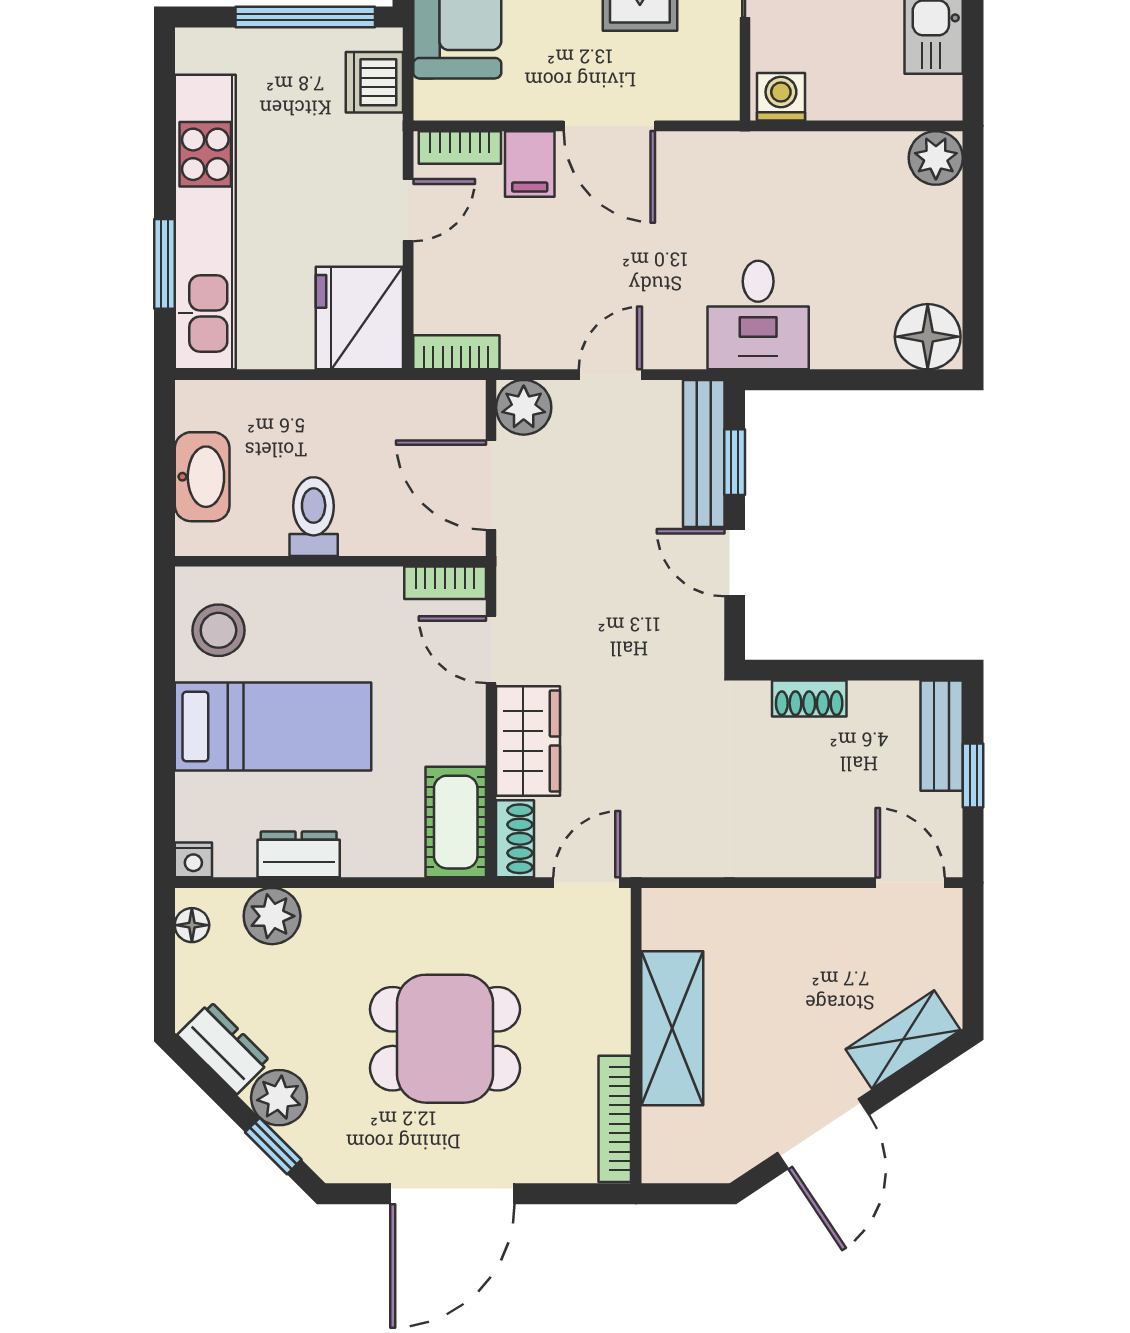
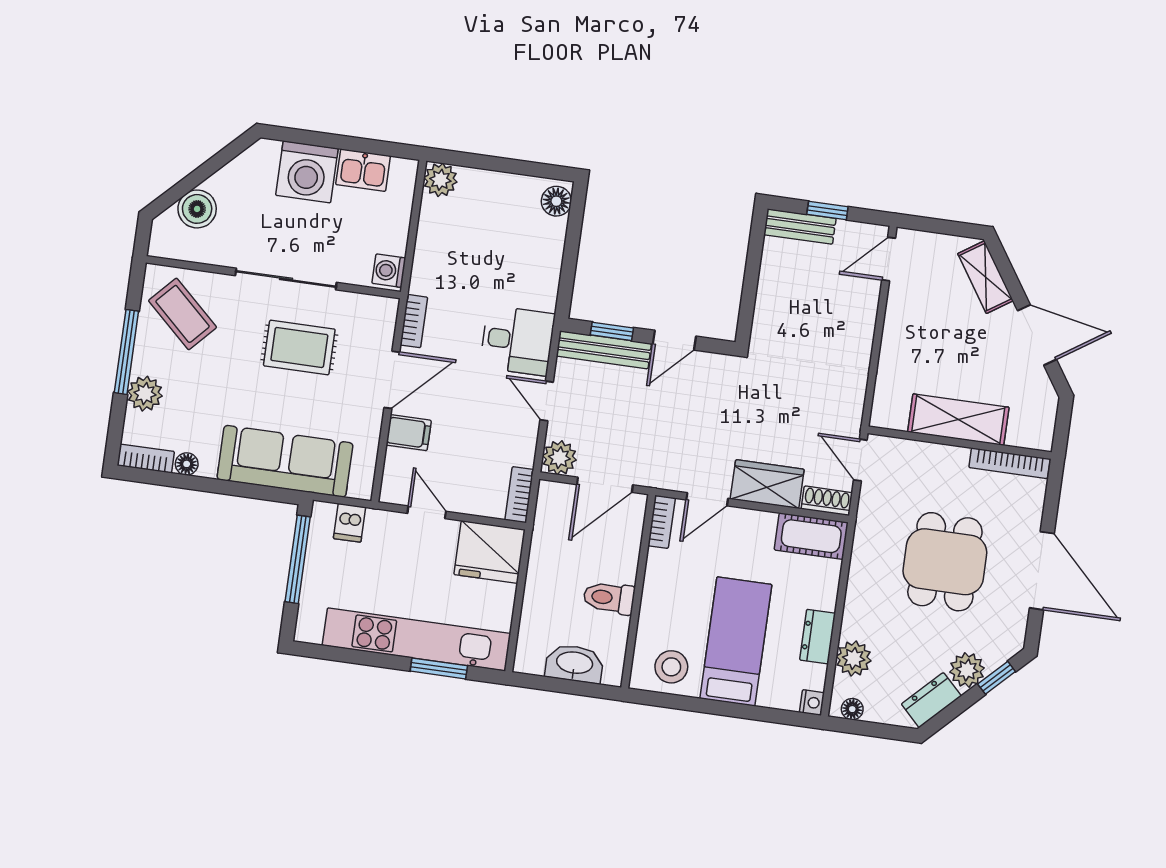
dishwasher: (374, 82) -> (350, 523), width x0.73
bookcase: (460, 147) -> (414, 321), moved
desk: (758, 315) -> (517, 340), moved
floor lamp: (928, 337) -> (556, 201), width x0.73, depth x0.73
shoe rack: (809, 699) -> (765, 306), removed

